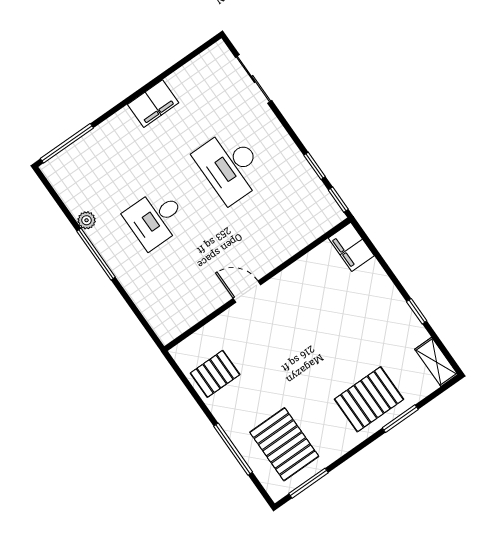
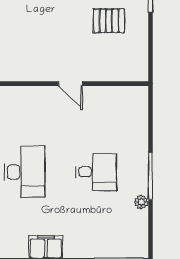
pallet: (215, 374) -> (109, 21), moved

